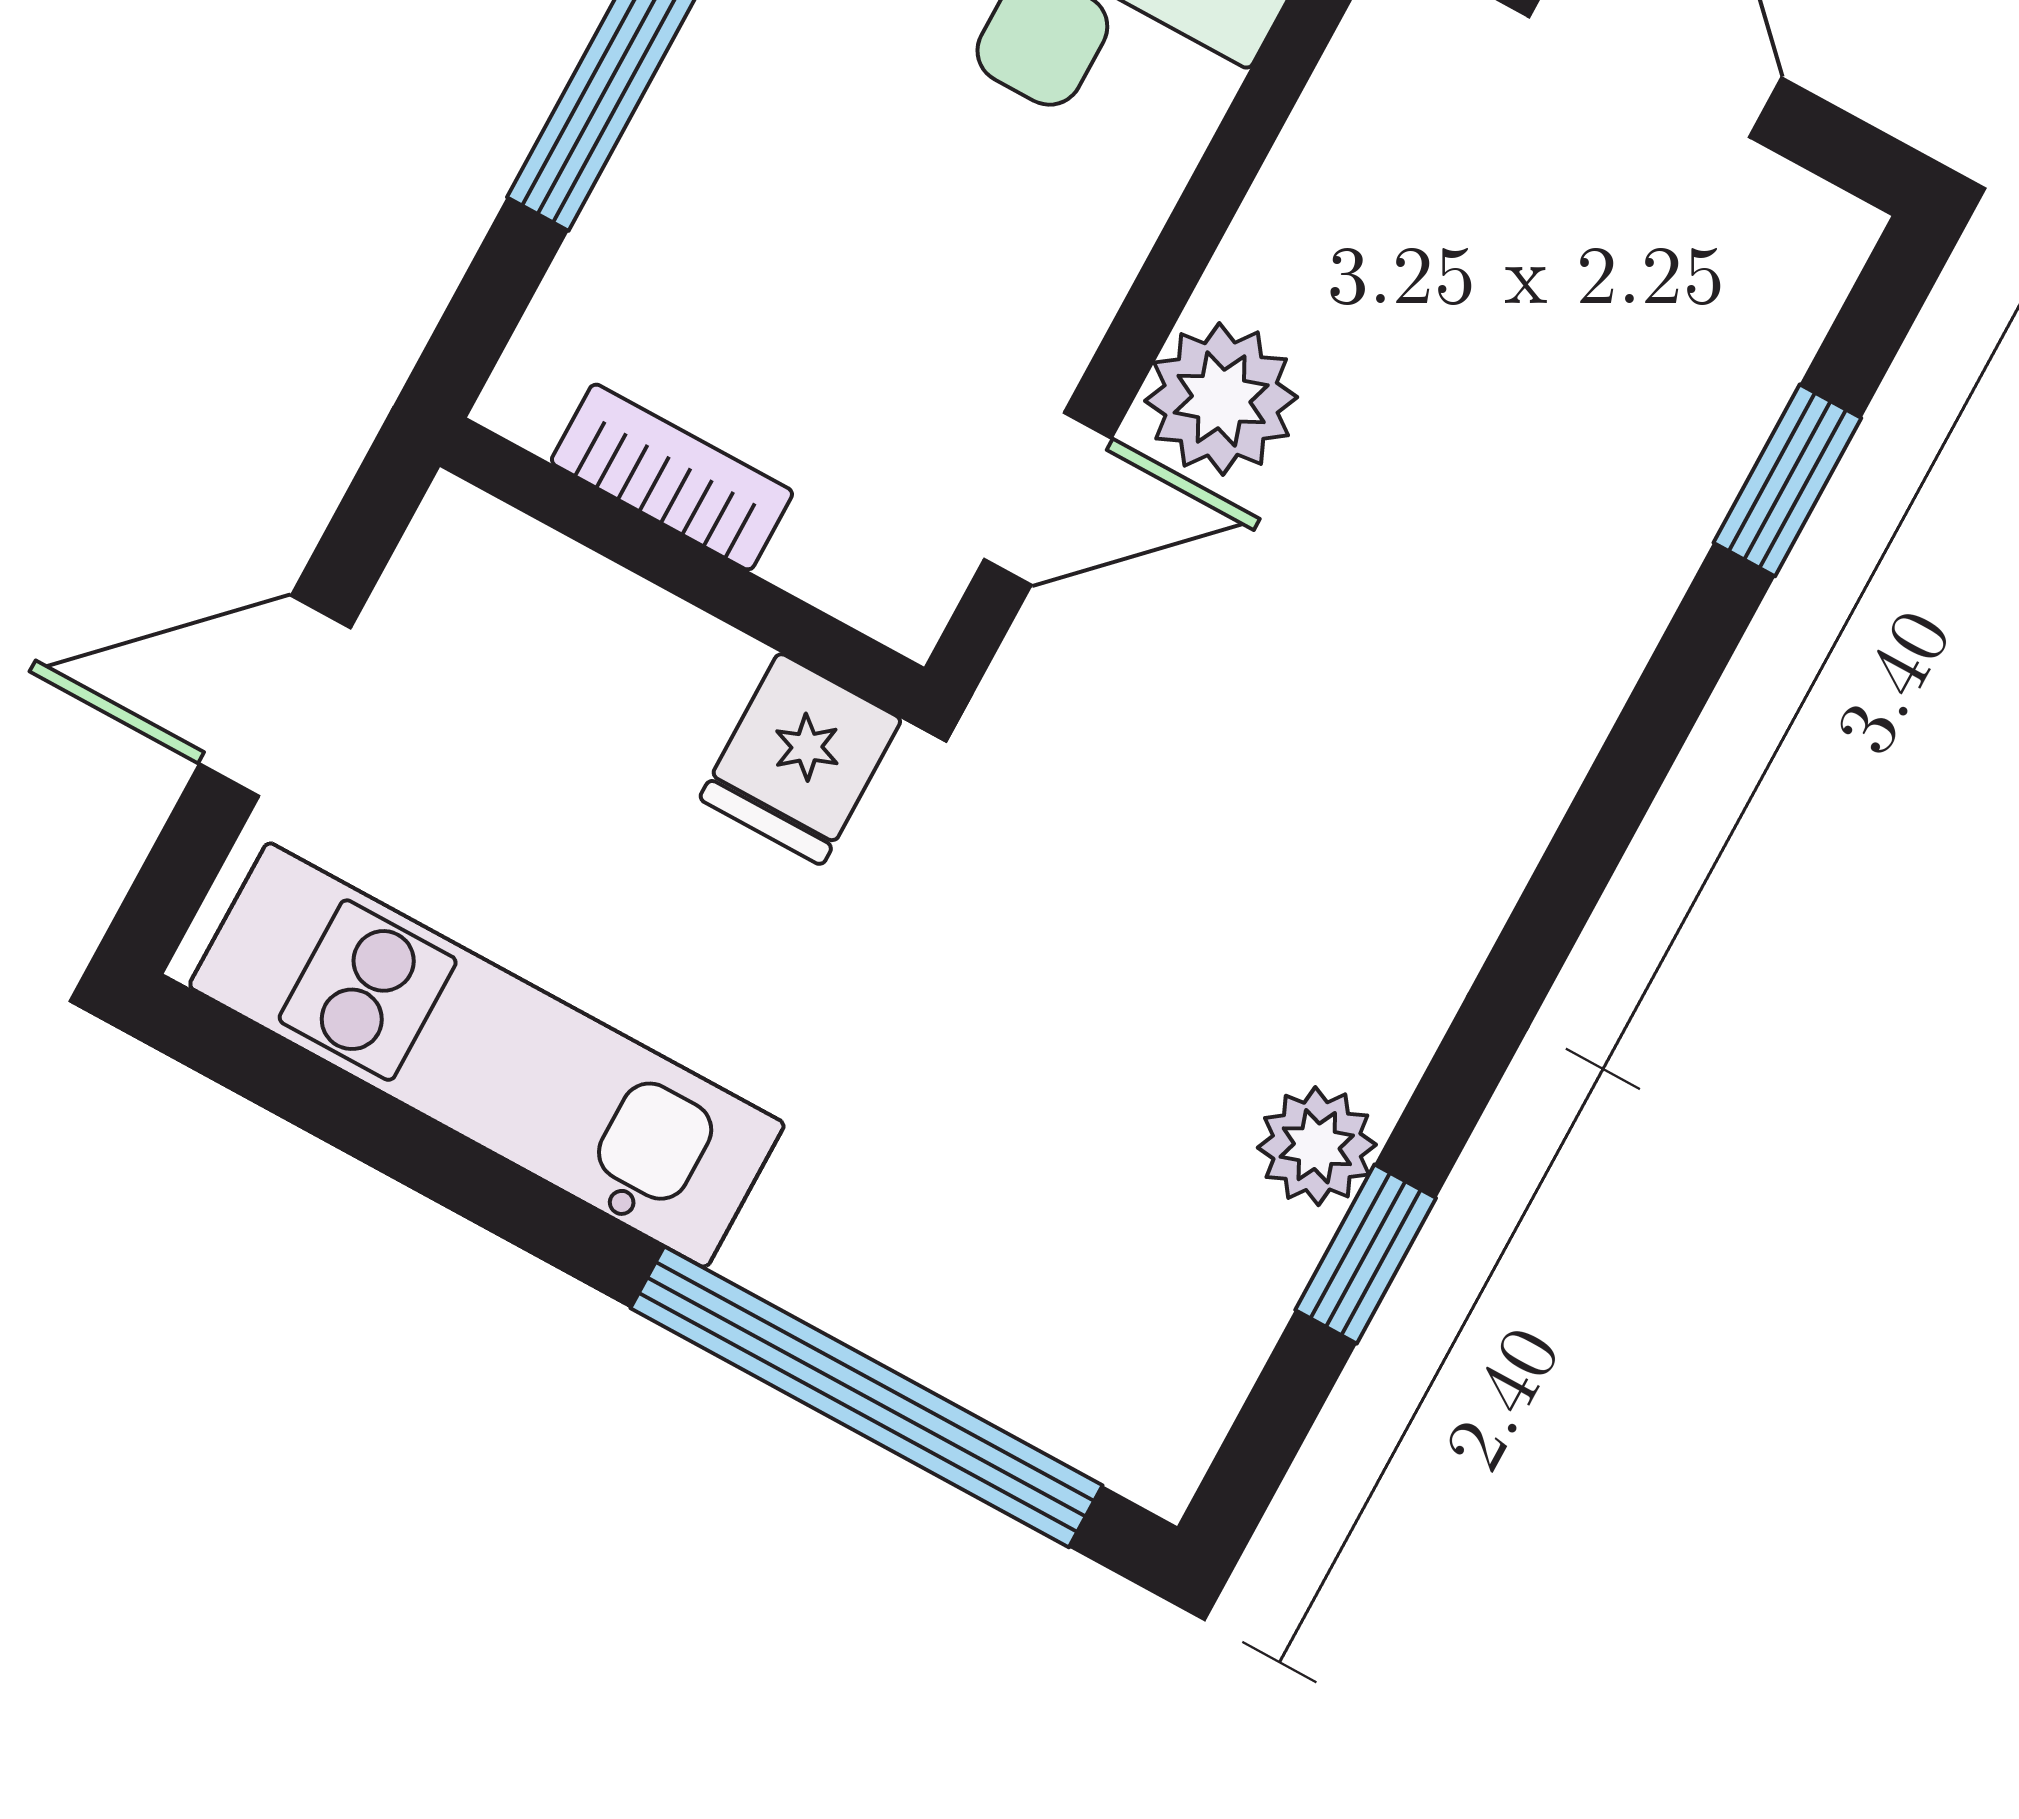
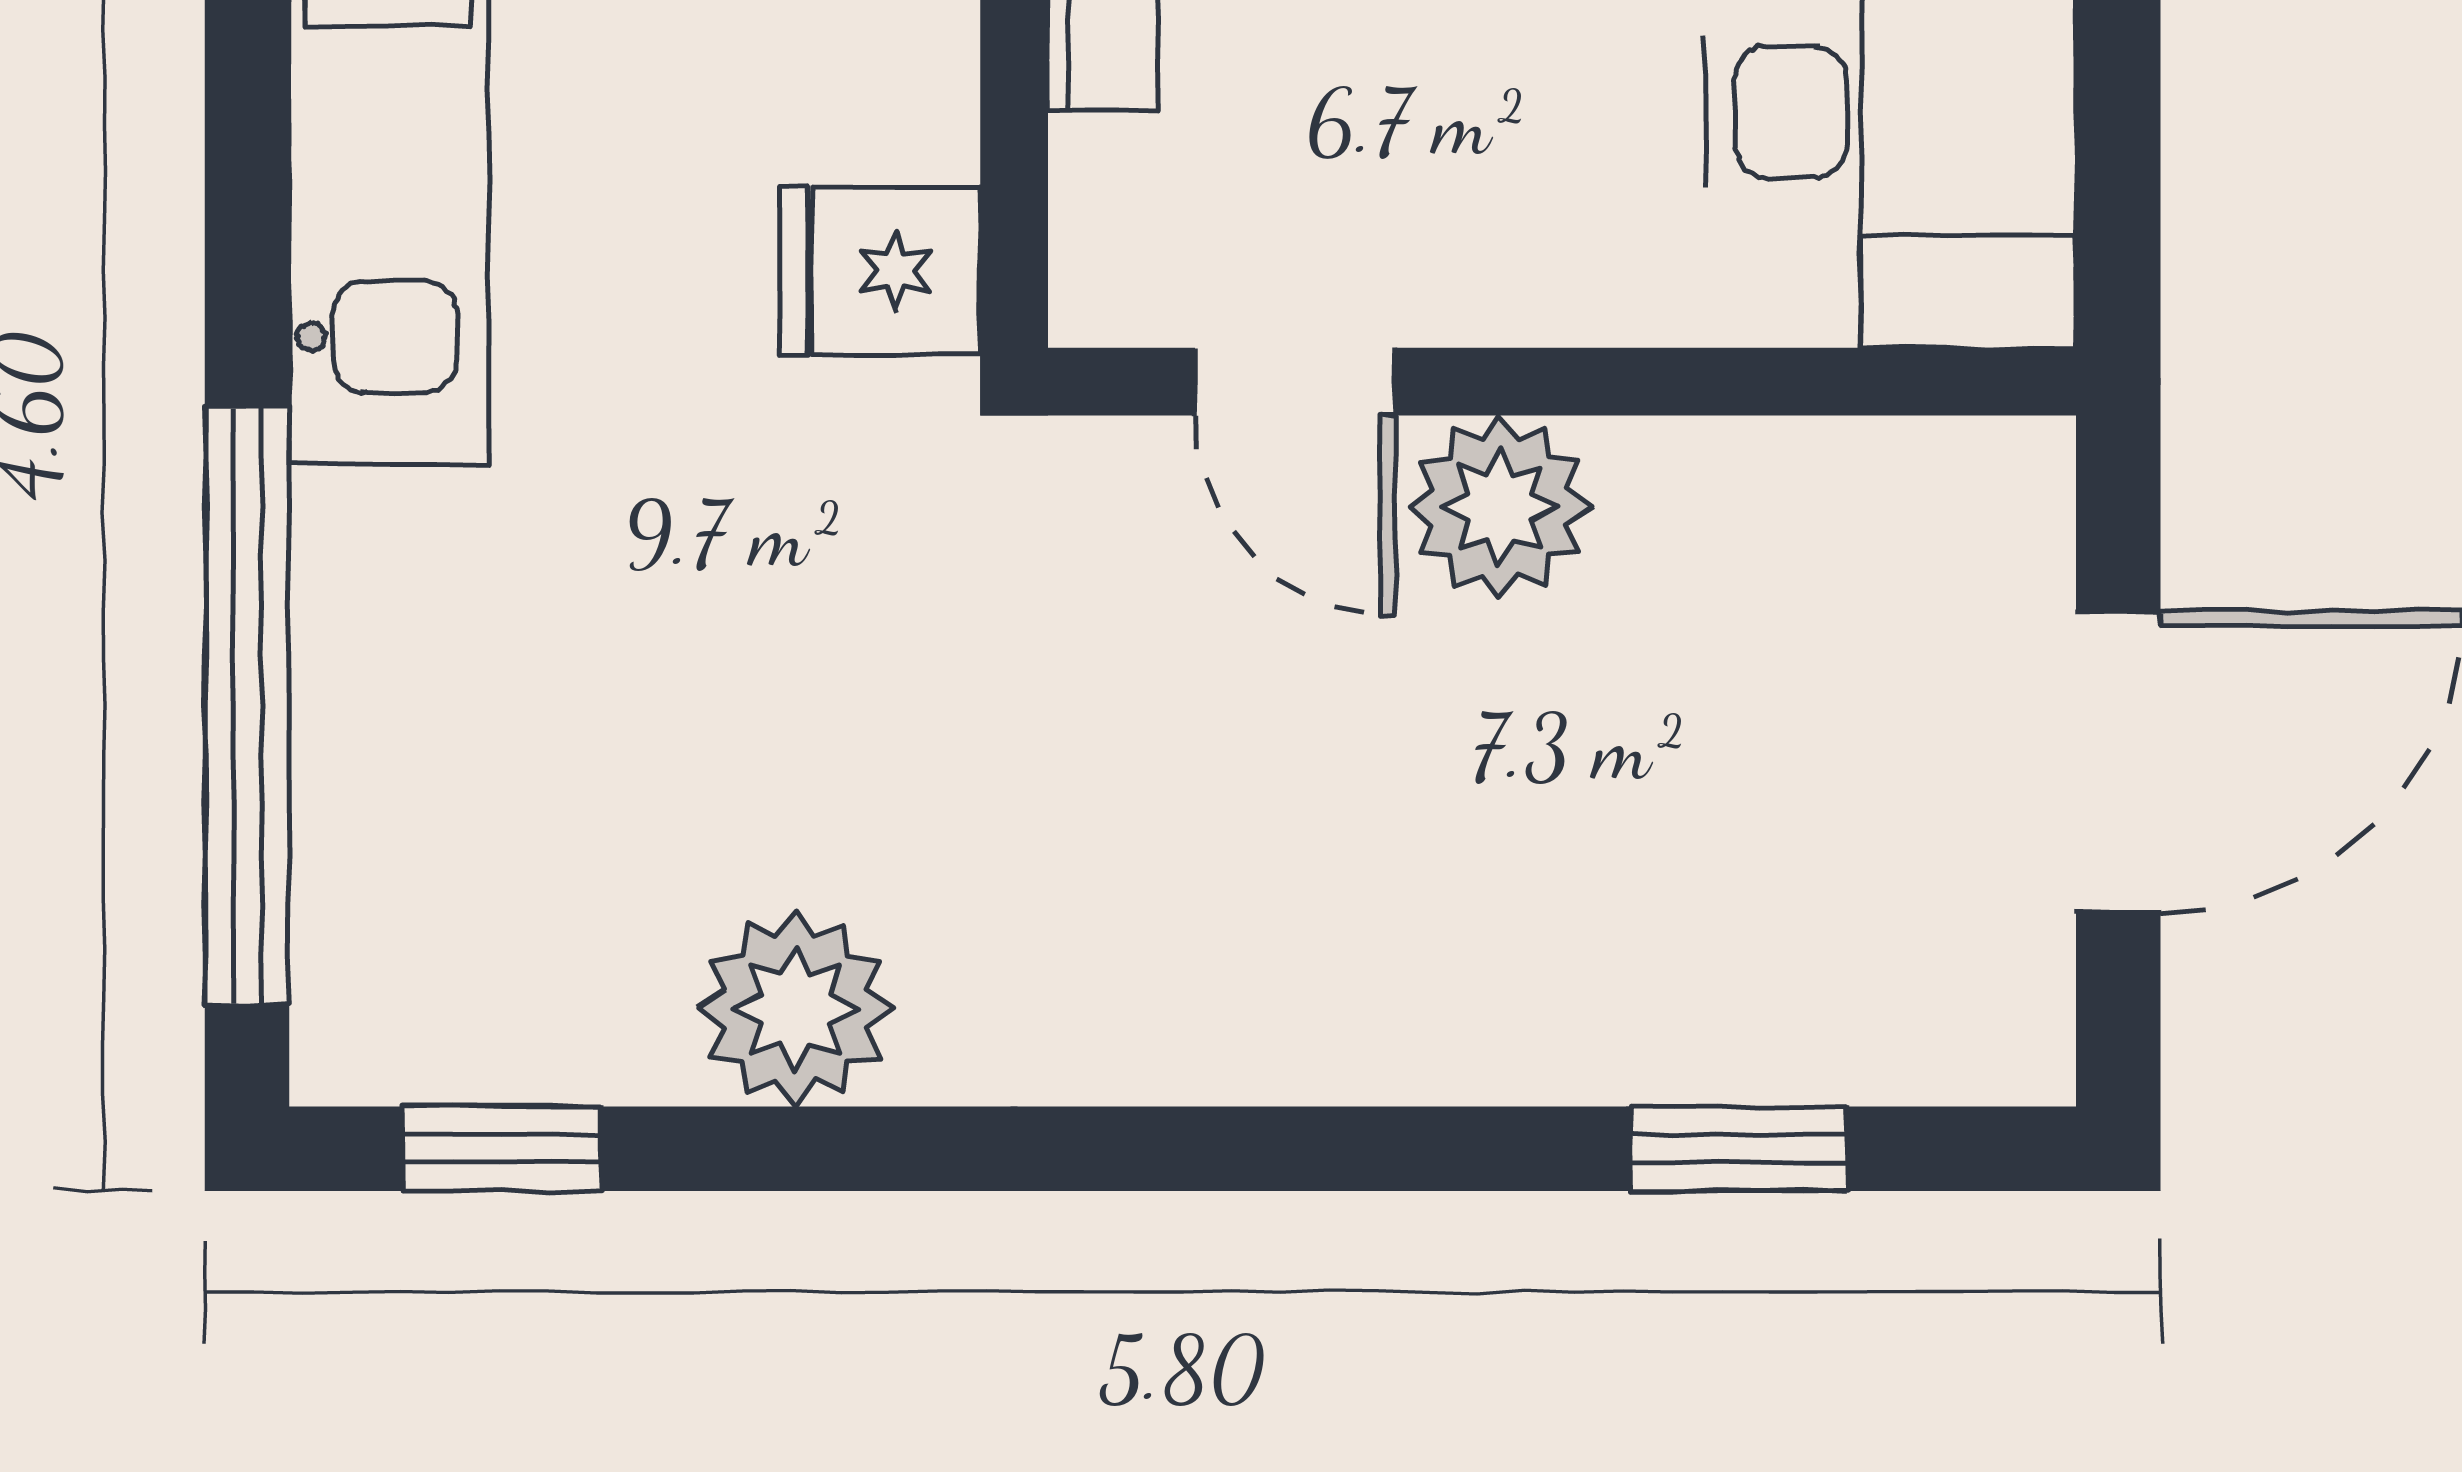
plant: (1317, 1146) -> (795, 1009), width x1.38, depth x1.38
window: (1366, 1254) -> (502, 1149), moved

